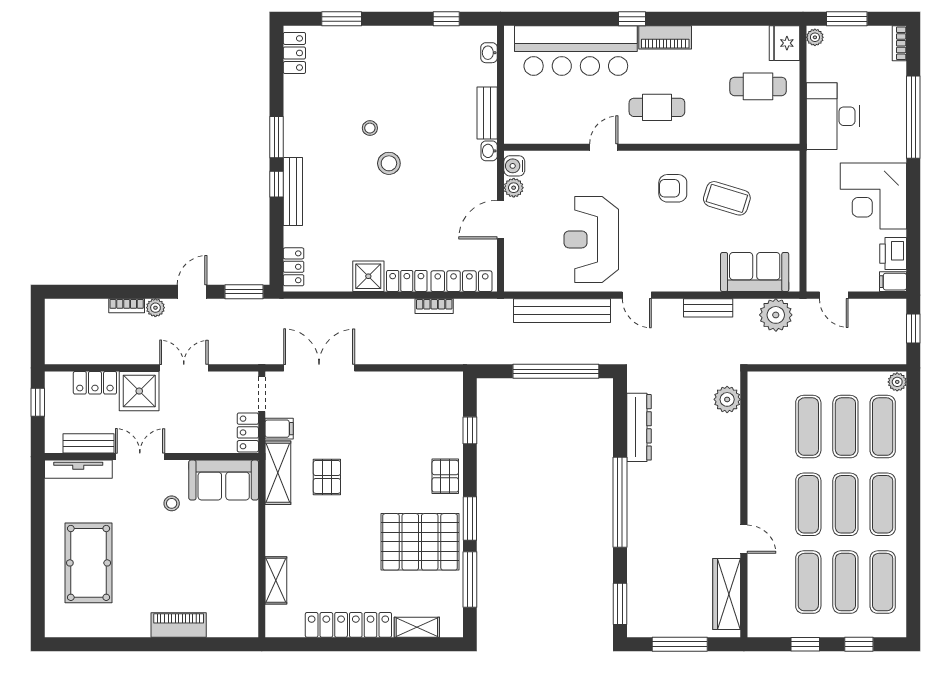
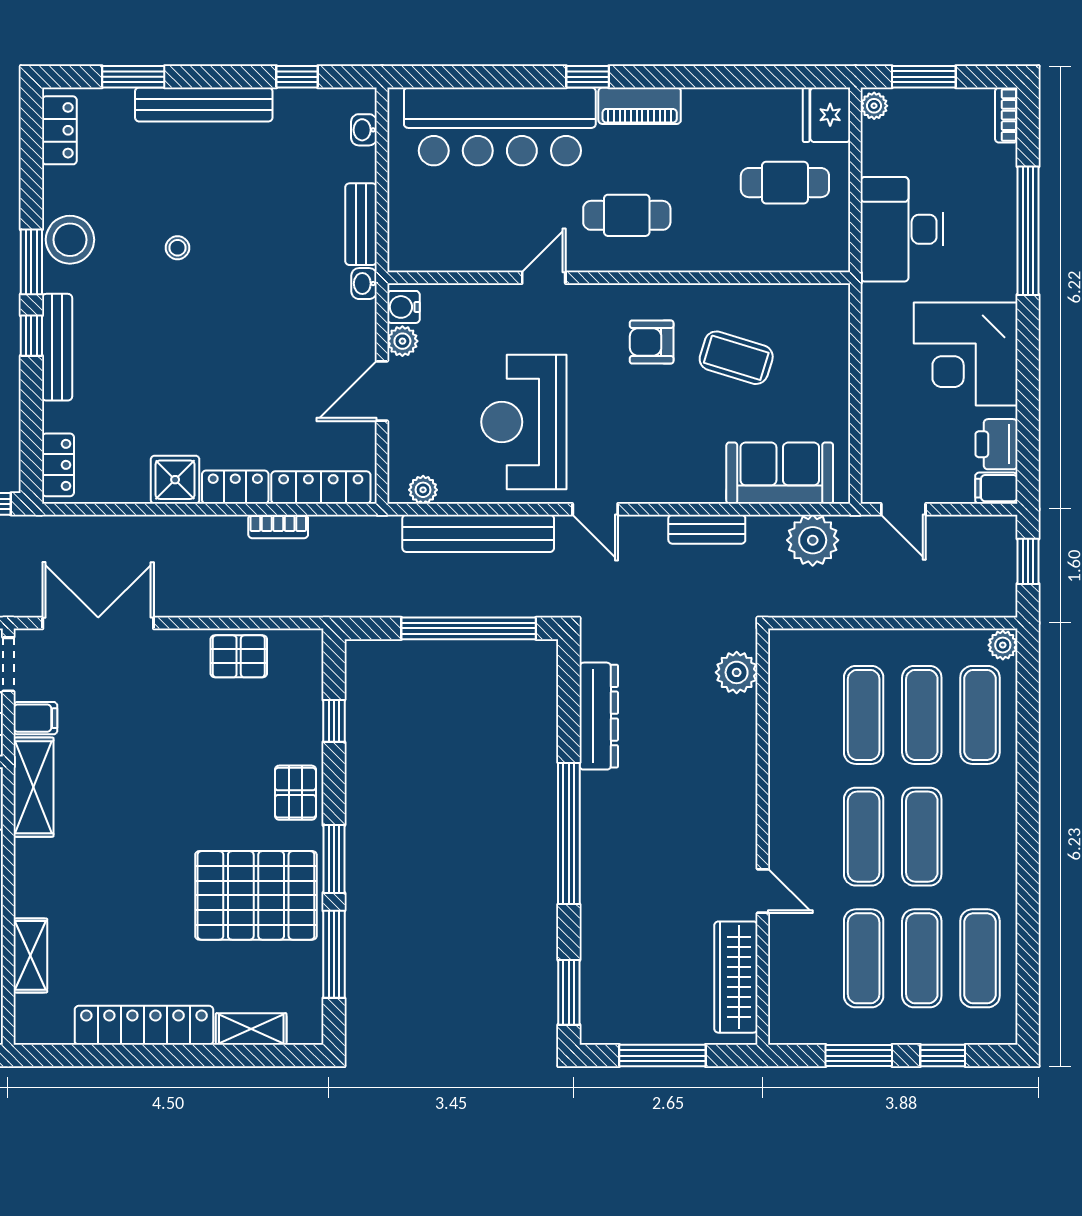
bench: (387, 37) -> (204, 104), added
stool: (389, 163) -> (70, 240), moved, width x1.38, depth x1.38
plant: (527, 283) -> (423, 490), added
pallet: (327, 477) -> (239, 656), moved, turned 90
exercise mat: (883, 504) -> (980, 837), removed
window: (805, 644) -> (859, 1056), width x1.50

